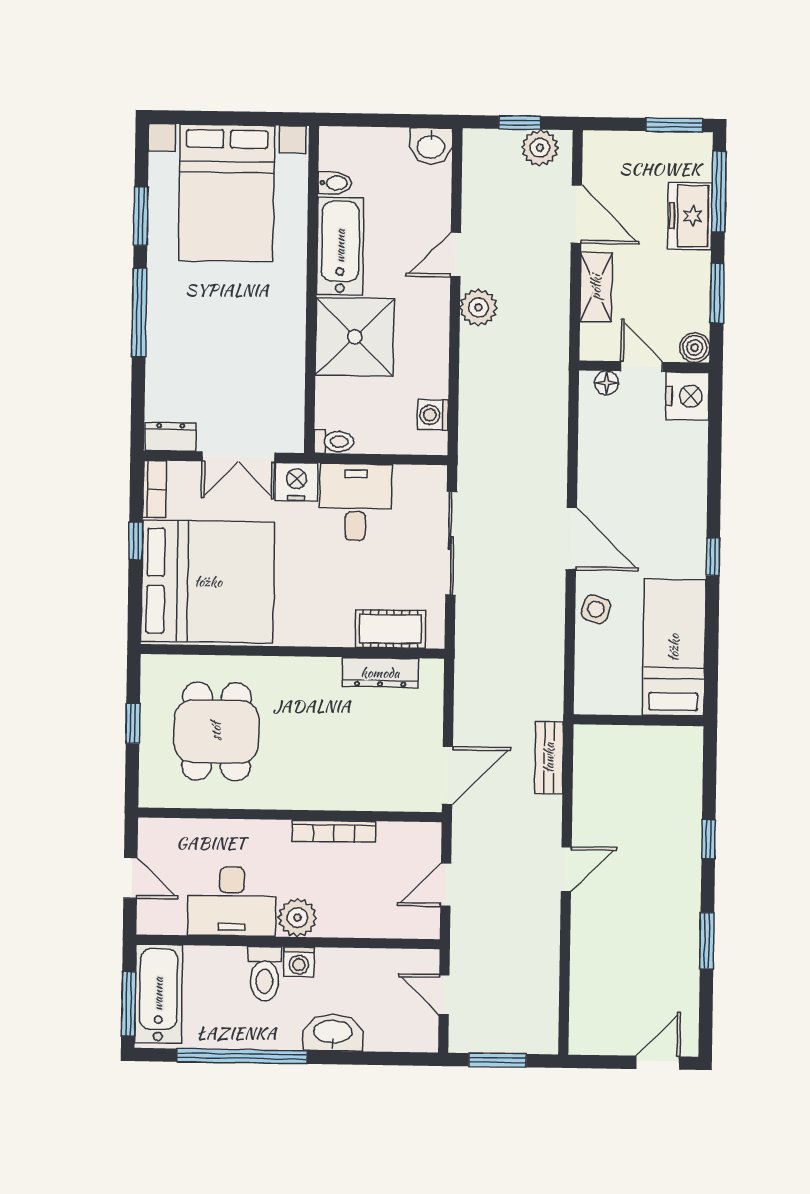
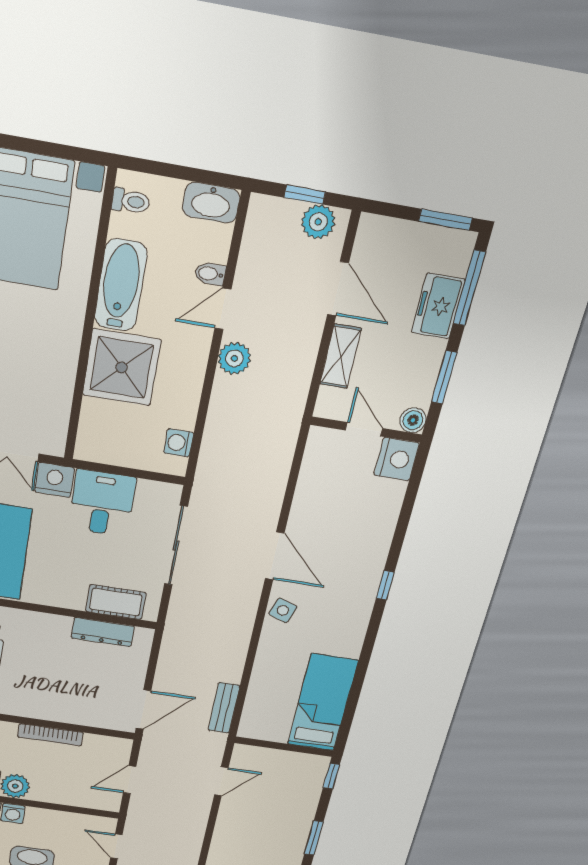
washbasin: (431, 146) -> (211, 203), width x1.38
bidet: (335, 183) -> (210, 274), moved, turned 180
floor lamp: (607, 383) -> (331, 438), removed
toilet: (334, 441) -> (131, 201), moved
bed: (674, 648) -> (323, 703), moved
wall: (639, 720) -> (284, 747), moved

